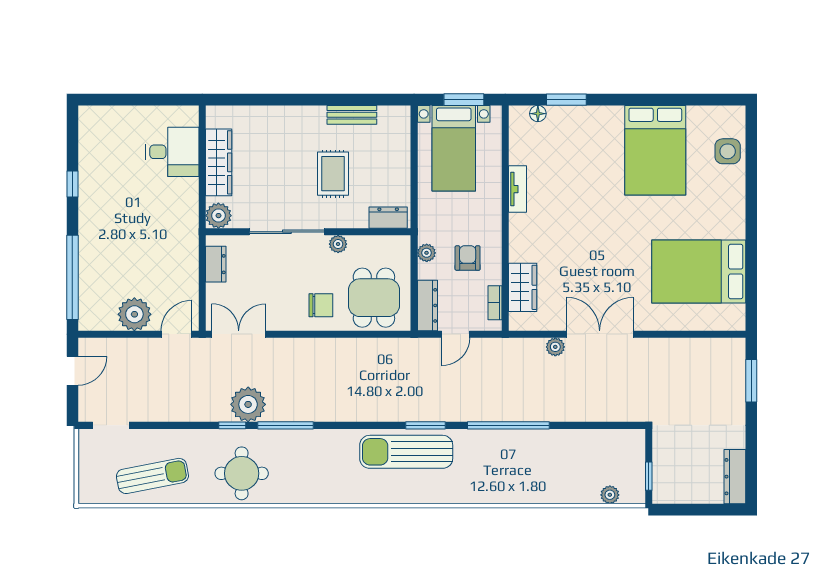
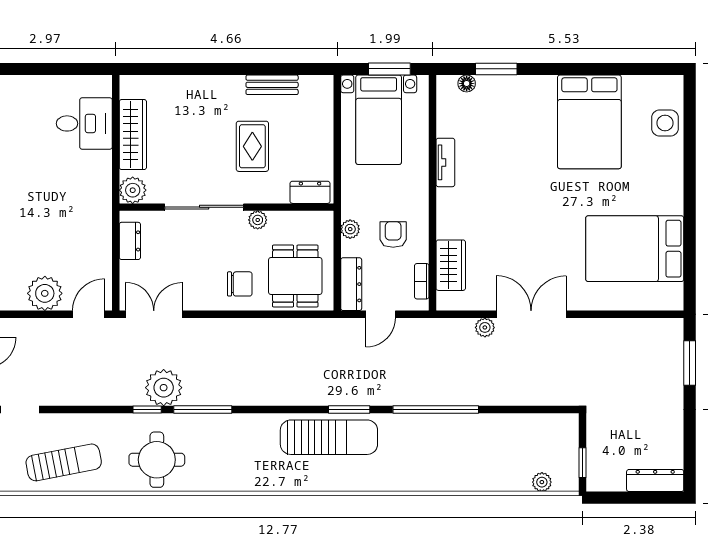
sun lounger: (406, 452) -> (329, 437), turned 180
dresser: (735, 477) -> (655, 481), moved, turned 90

